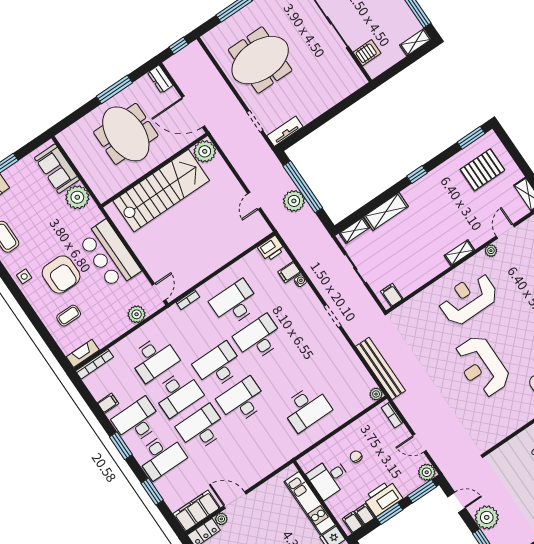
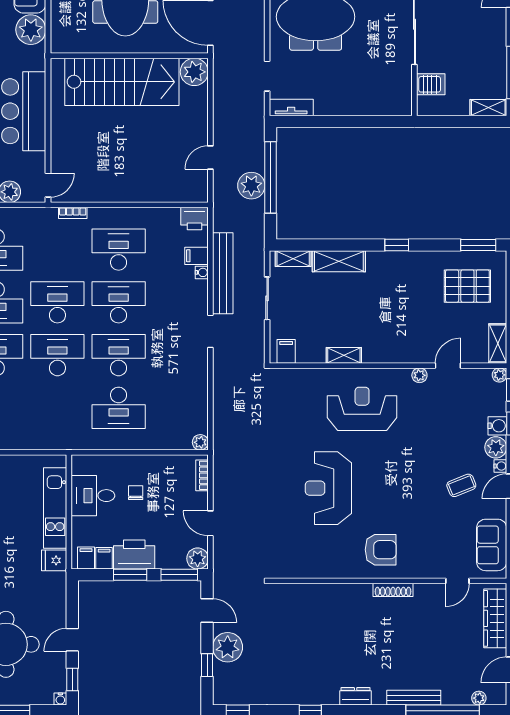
shelving: (459, 253) -> (344, 355), moved
bench: (380, 369) -> (223, 273), moved
desk: (282, 373) -> (119, 355), added

